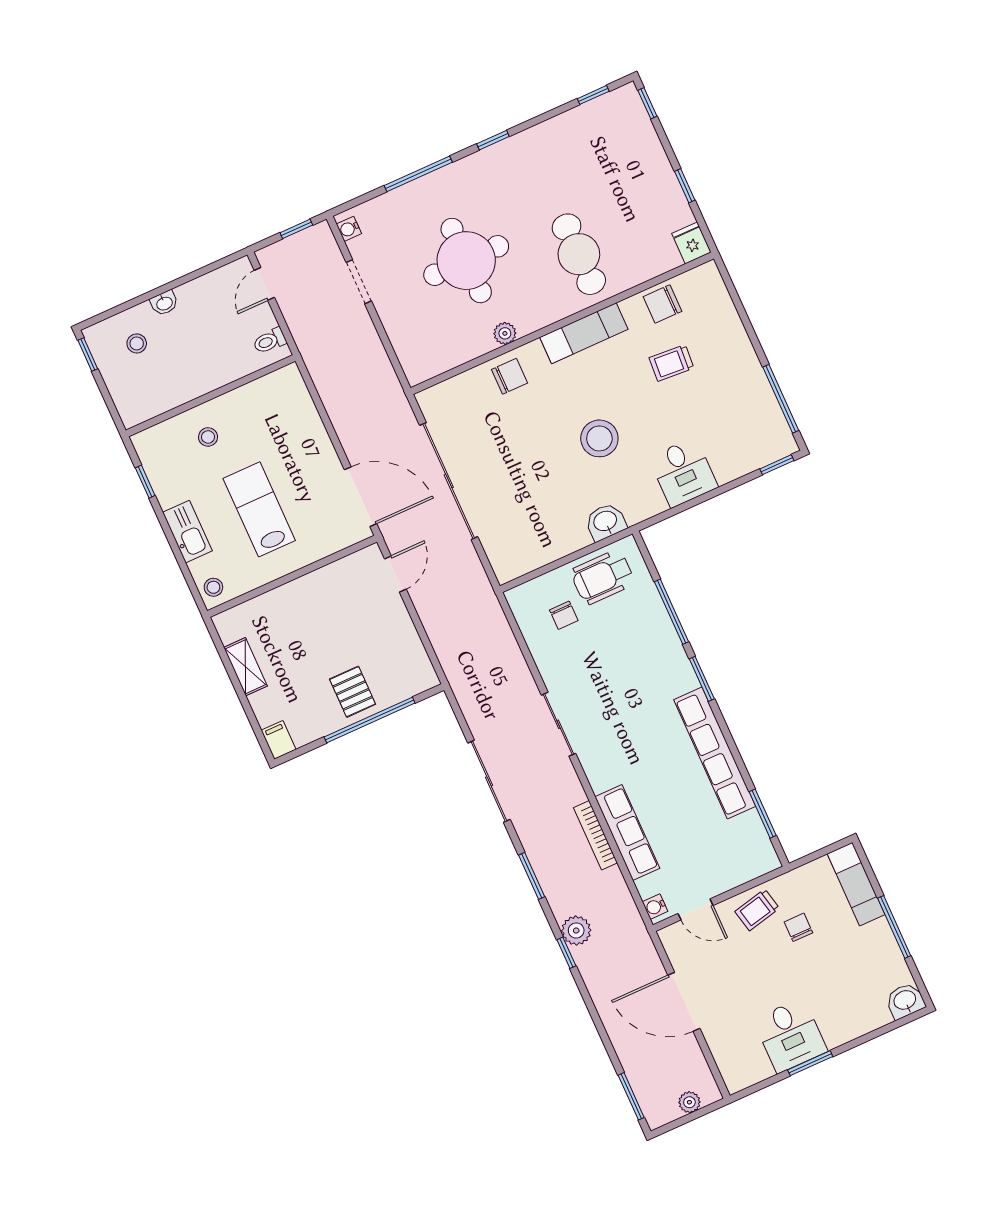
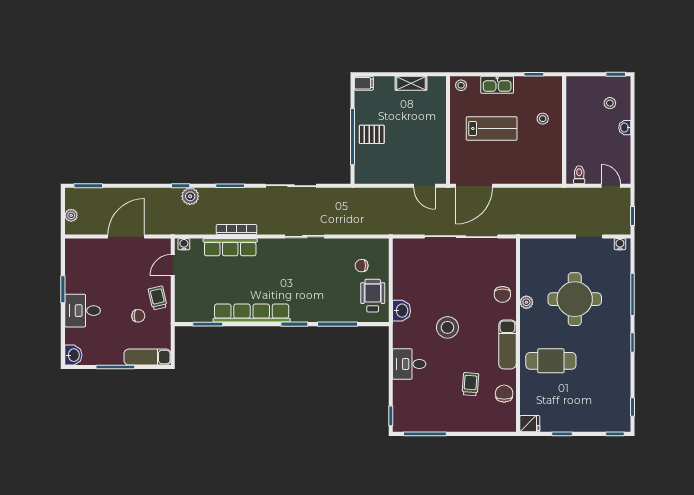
desk: (790, 1035) -> (83, 311), moved

